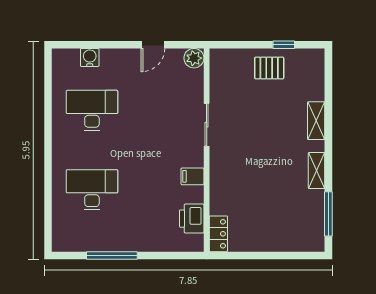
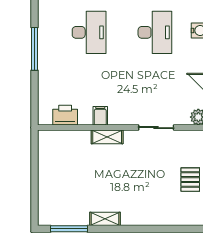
shelving: (316, 121) -> (107, 137), moved
sliding door: (207, 125) -> (156, 128), moved
locker: (218, 234) -> (53, 137), removed

